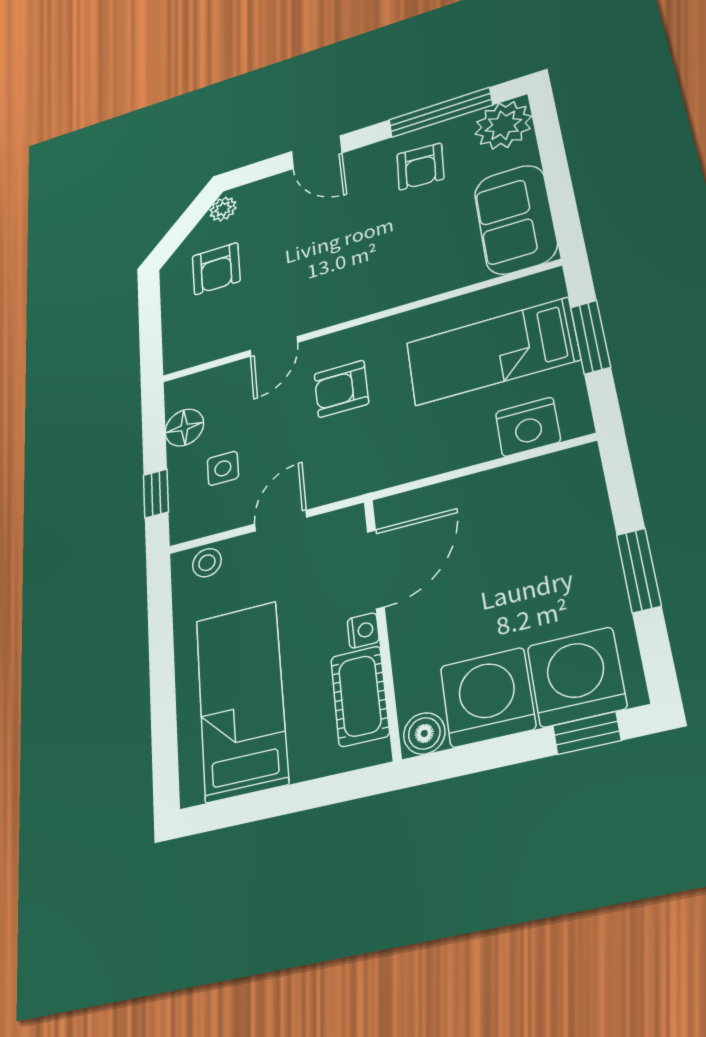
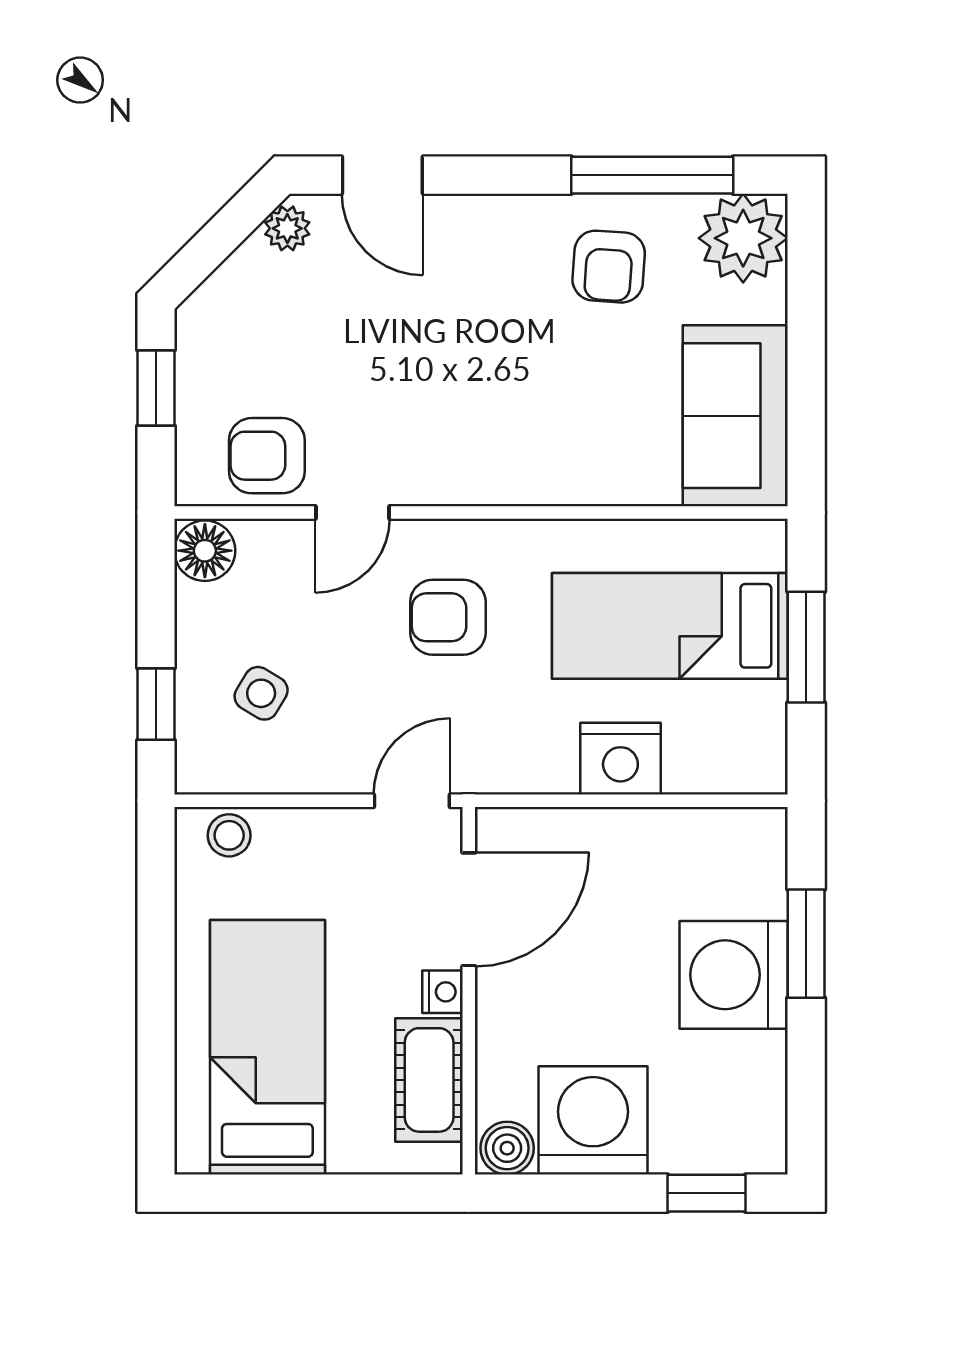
door: (317, 152) -> (382, 175), moved
armchair: (216, 269) -> (267, 456), moved, turned 90
window: (150, 315) -> (156, 388), added
nightstand: (528, 427) -> (620, 759), moved
floor lamp: (184, 428) -> (205, 551), moved
side table: (223, 468) -> (261, 693), turned 31
door: (281, 521) -> (412, 801), moved
window: (639, 570) -> (806, 944), moved
washing machine: (577, 677) -> (734, 975), moved, turned -90

